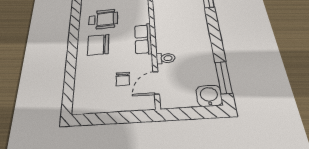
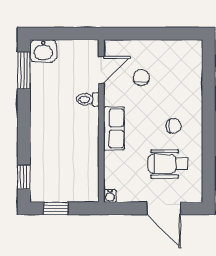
chair: (98, 45) -> (174, 126), width x0.54, depth x0.54

